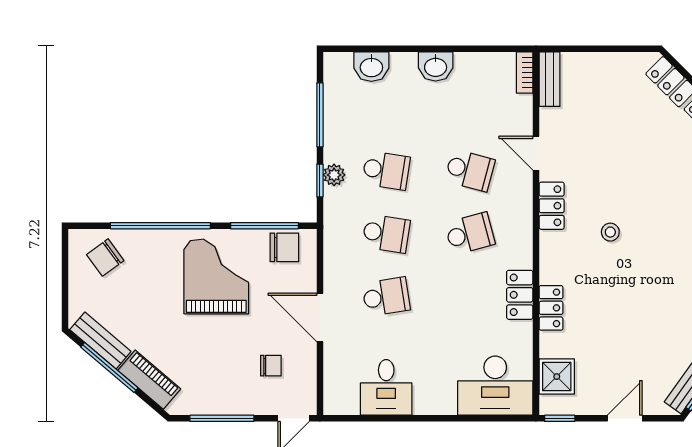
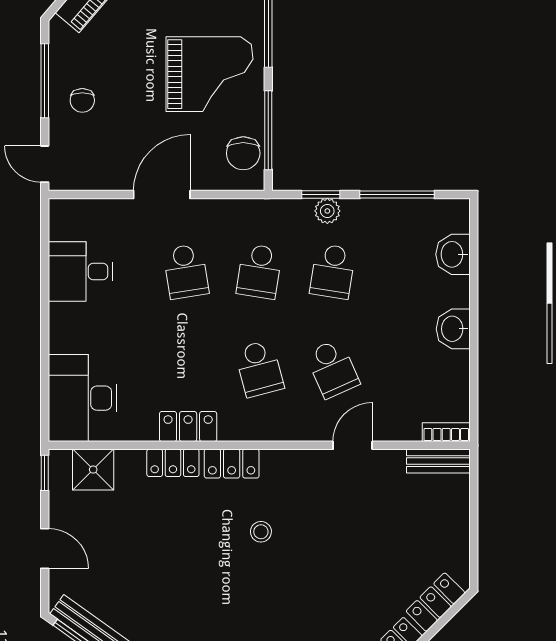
school desk: (470, 170) -> (333, 369), turned -39
locker: (552, 206) -> (232, 464), moved
chair: (271, 366) -> (82, 100), moved

